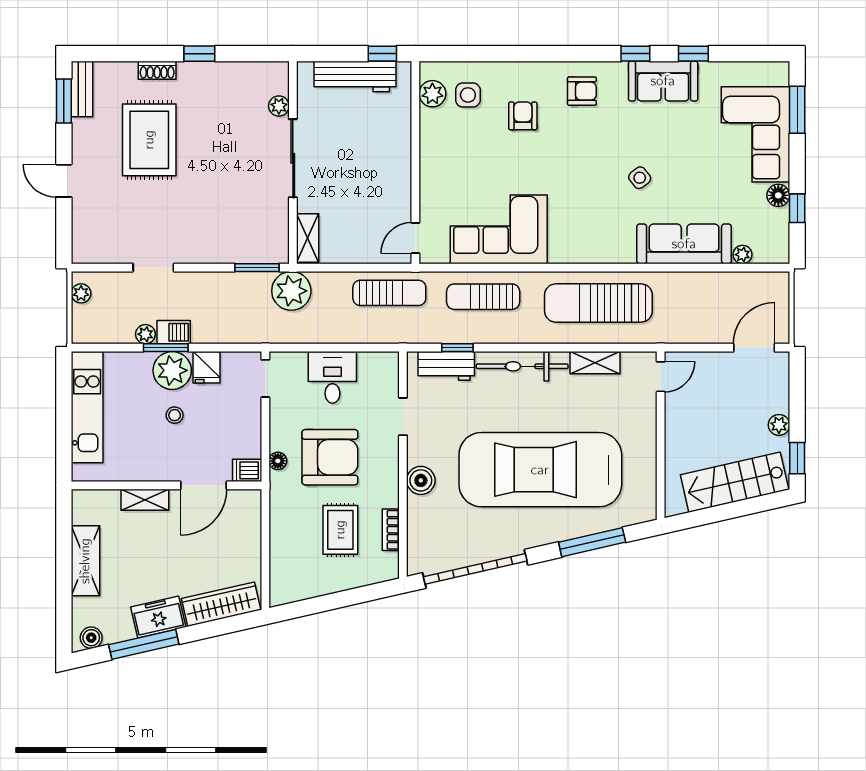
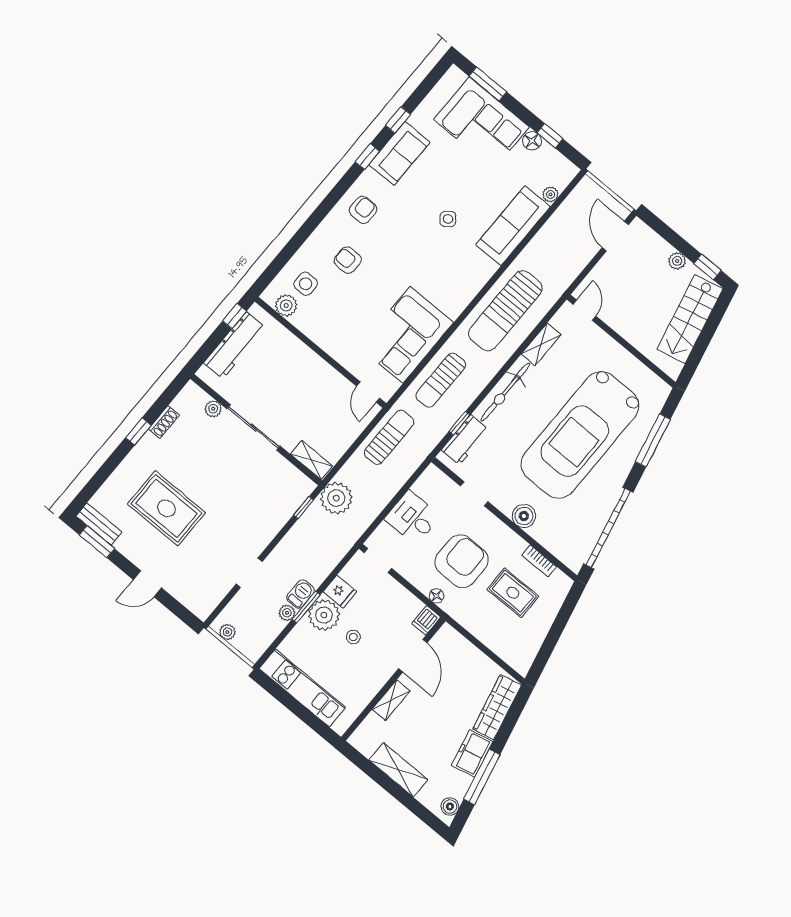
shoe rack: (157, 70) -> (164, 422), moved
window: (257, 268) -> (304, 507), width x0.67

